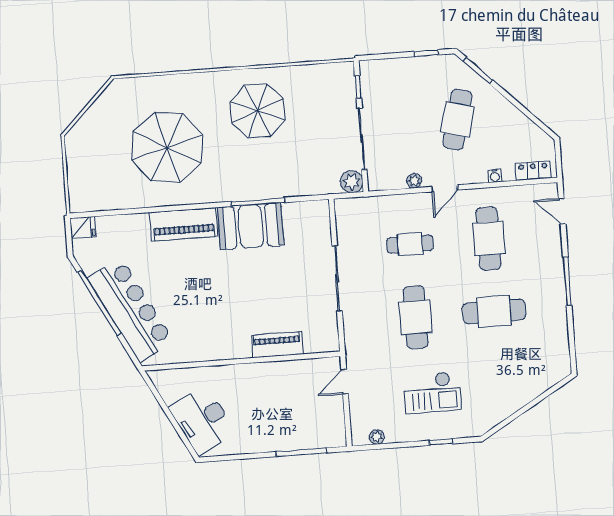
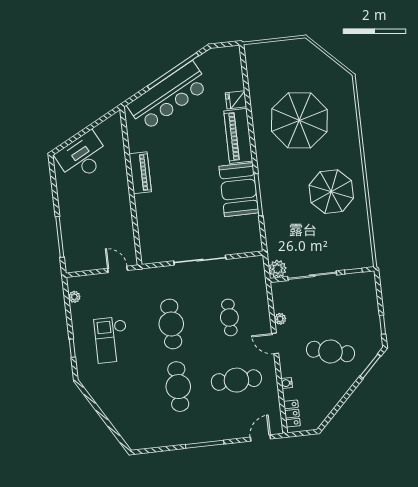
fridge: (83, 228) -> (236, 100), moved, turned 90
cafe table: (415, 317) -> (171, 324), turned 90
piano: (277, 345) -> (140, 173), moved

